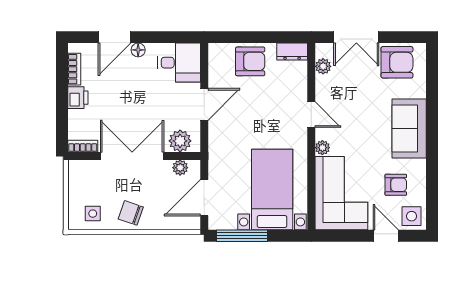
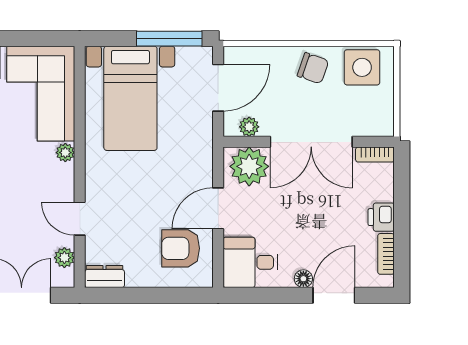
armchair: (250, 61) -> (181, 248), moved
door: (311, 115) -> (80, 219), moved
plant: (180, 141) -> (249, 166), width x1.36, depth x1.36
side table: (93, 214) -> (362, 67), width x1.87, depth x1.87

